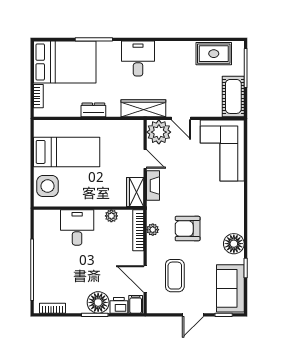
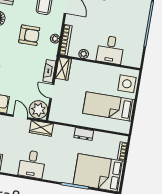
desk: (138, 59) -> (32, 164), moved
wardrobe: (143, 108) -> (41, 128), width x0.67

